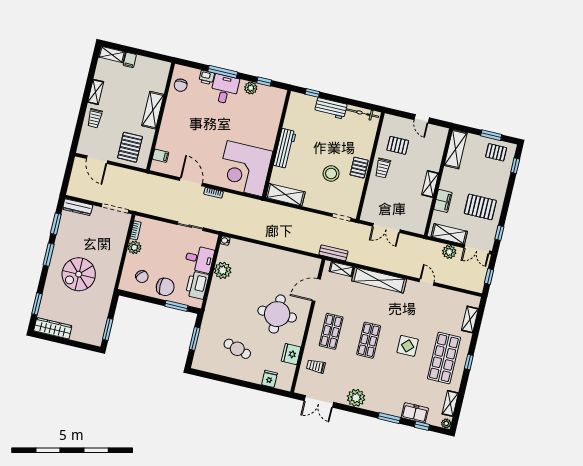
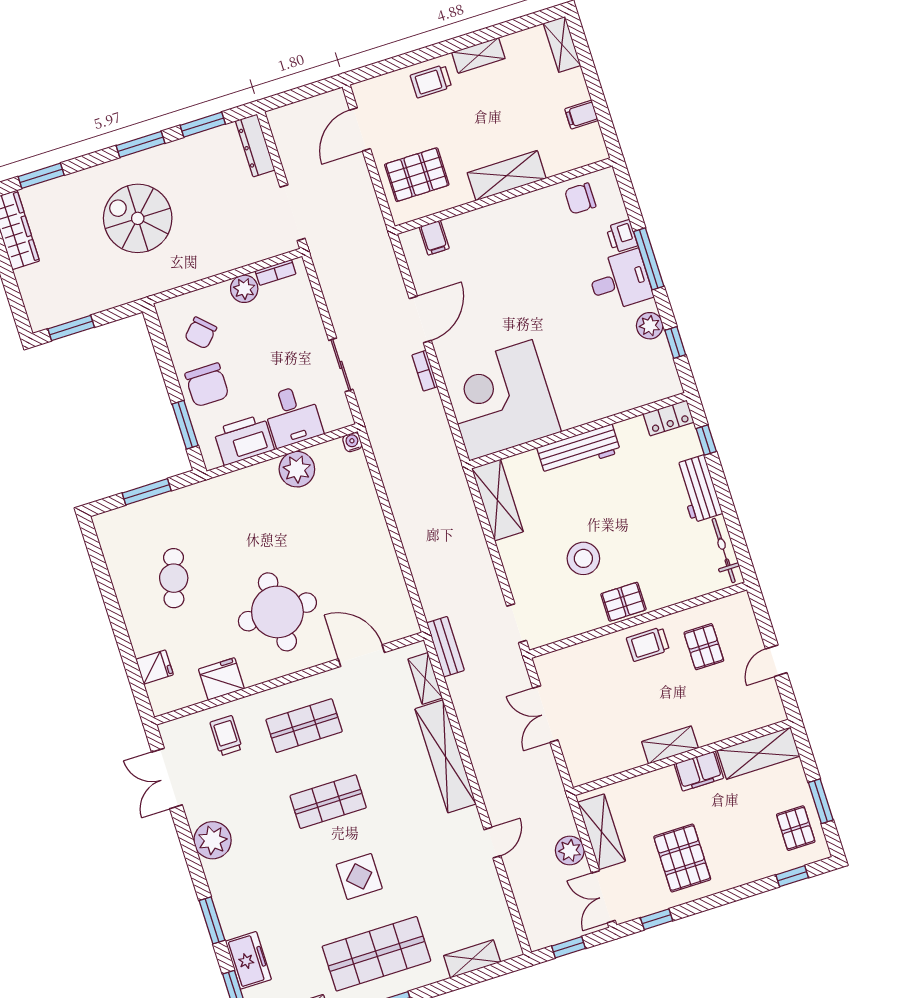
filing cabinet: (130, 60) -> (581, 115), moved
locker: (294, 103) -> (668, 418), added
filing cabinet: (443, 201) -> (699, 771), moved

